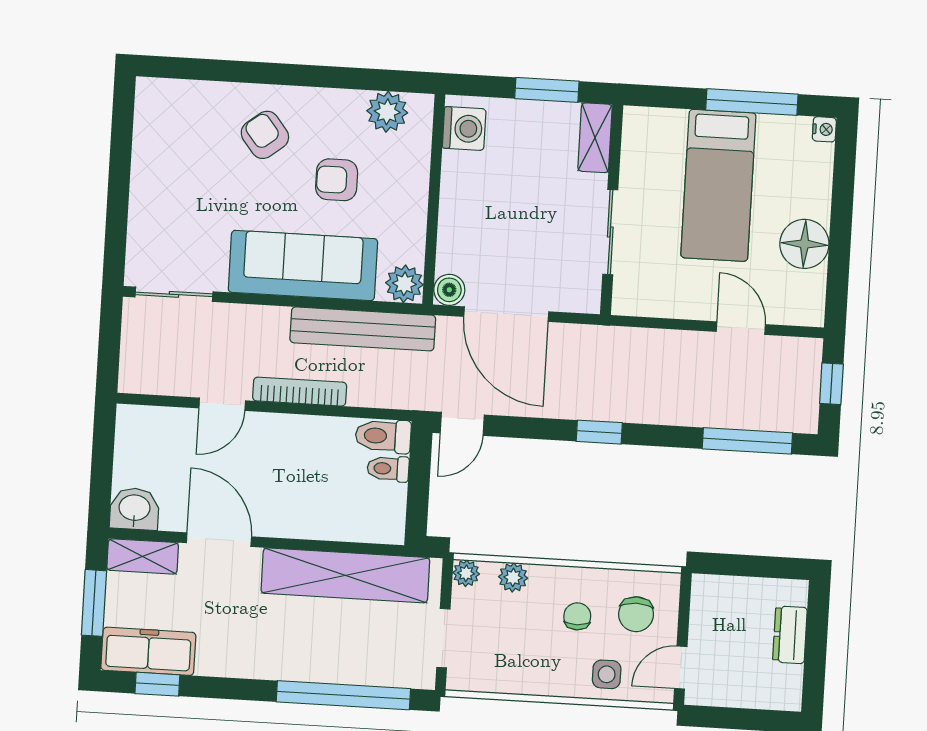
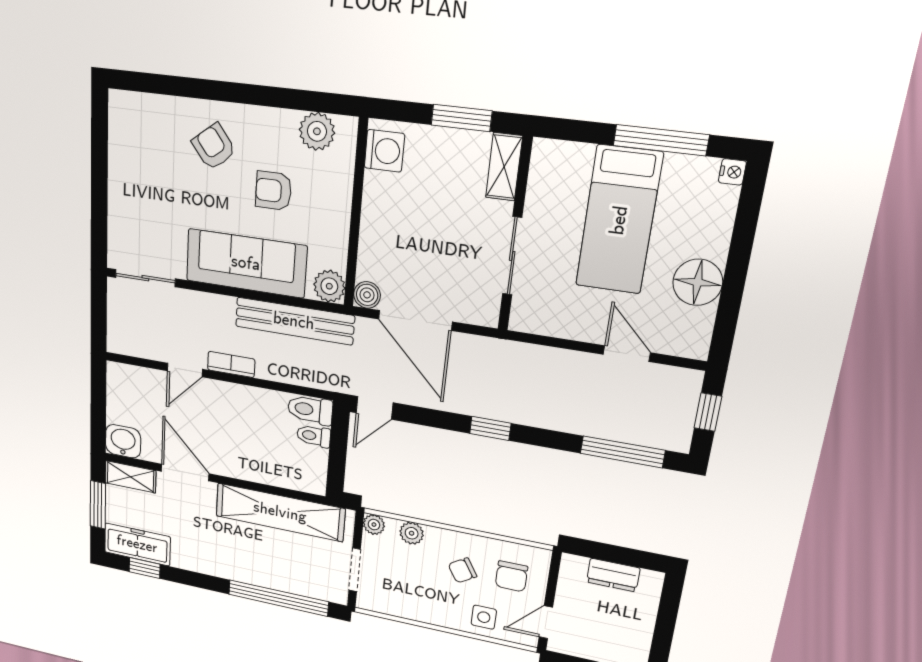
bookcase: (300, 392) -> (231, 364), width x0.64
chair: (577, 616) -> (462, 570), turned -121
dresser: (790, 635) -> (613, 575), moved, turned -90

